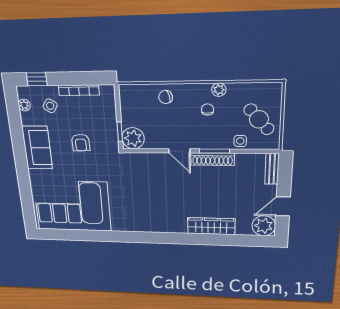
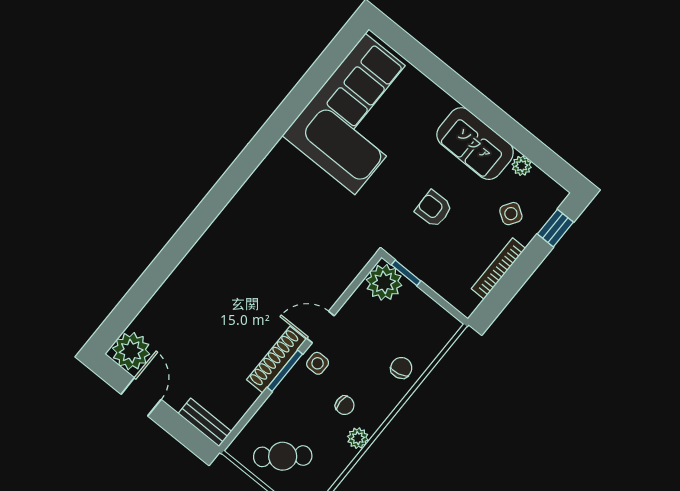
plant: (24, 105) -> (522, 166), moved
side table: (240, 141) -> (318, 363), moved
wardrobe: (211, 226) -> (183, 281), removed

